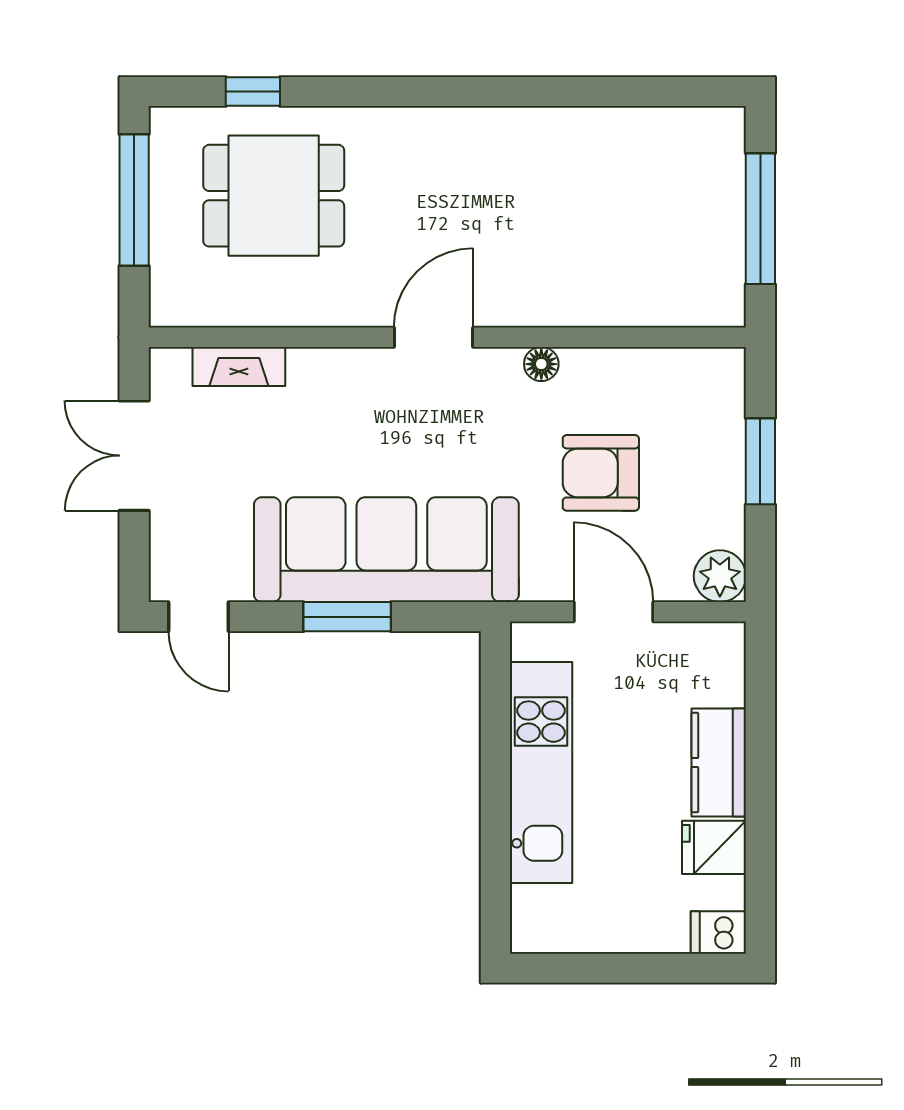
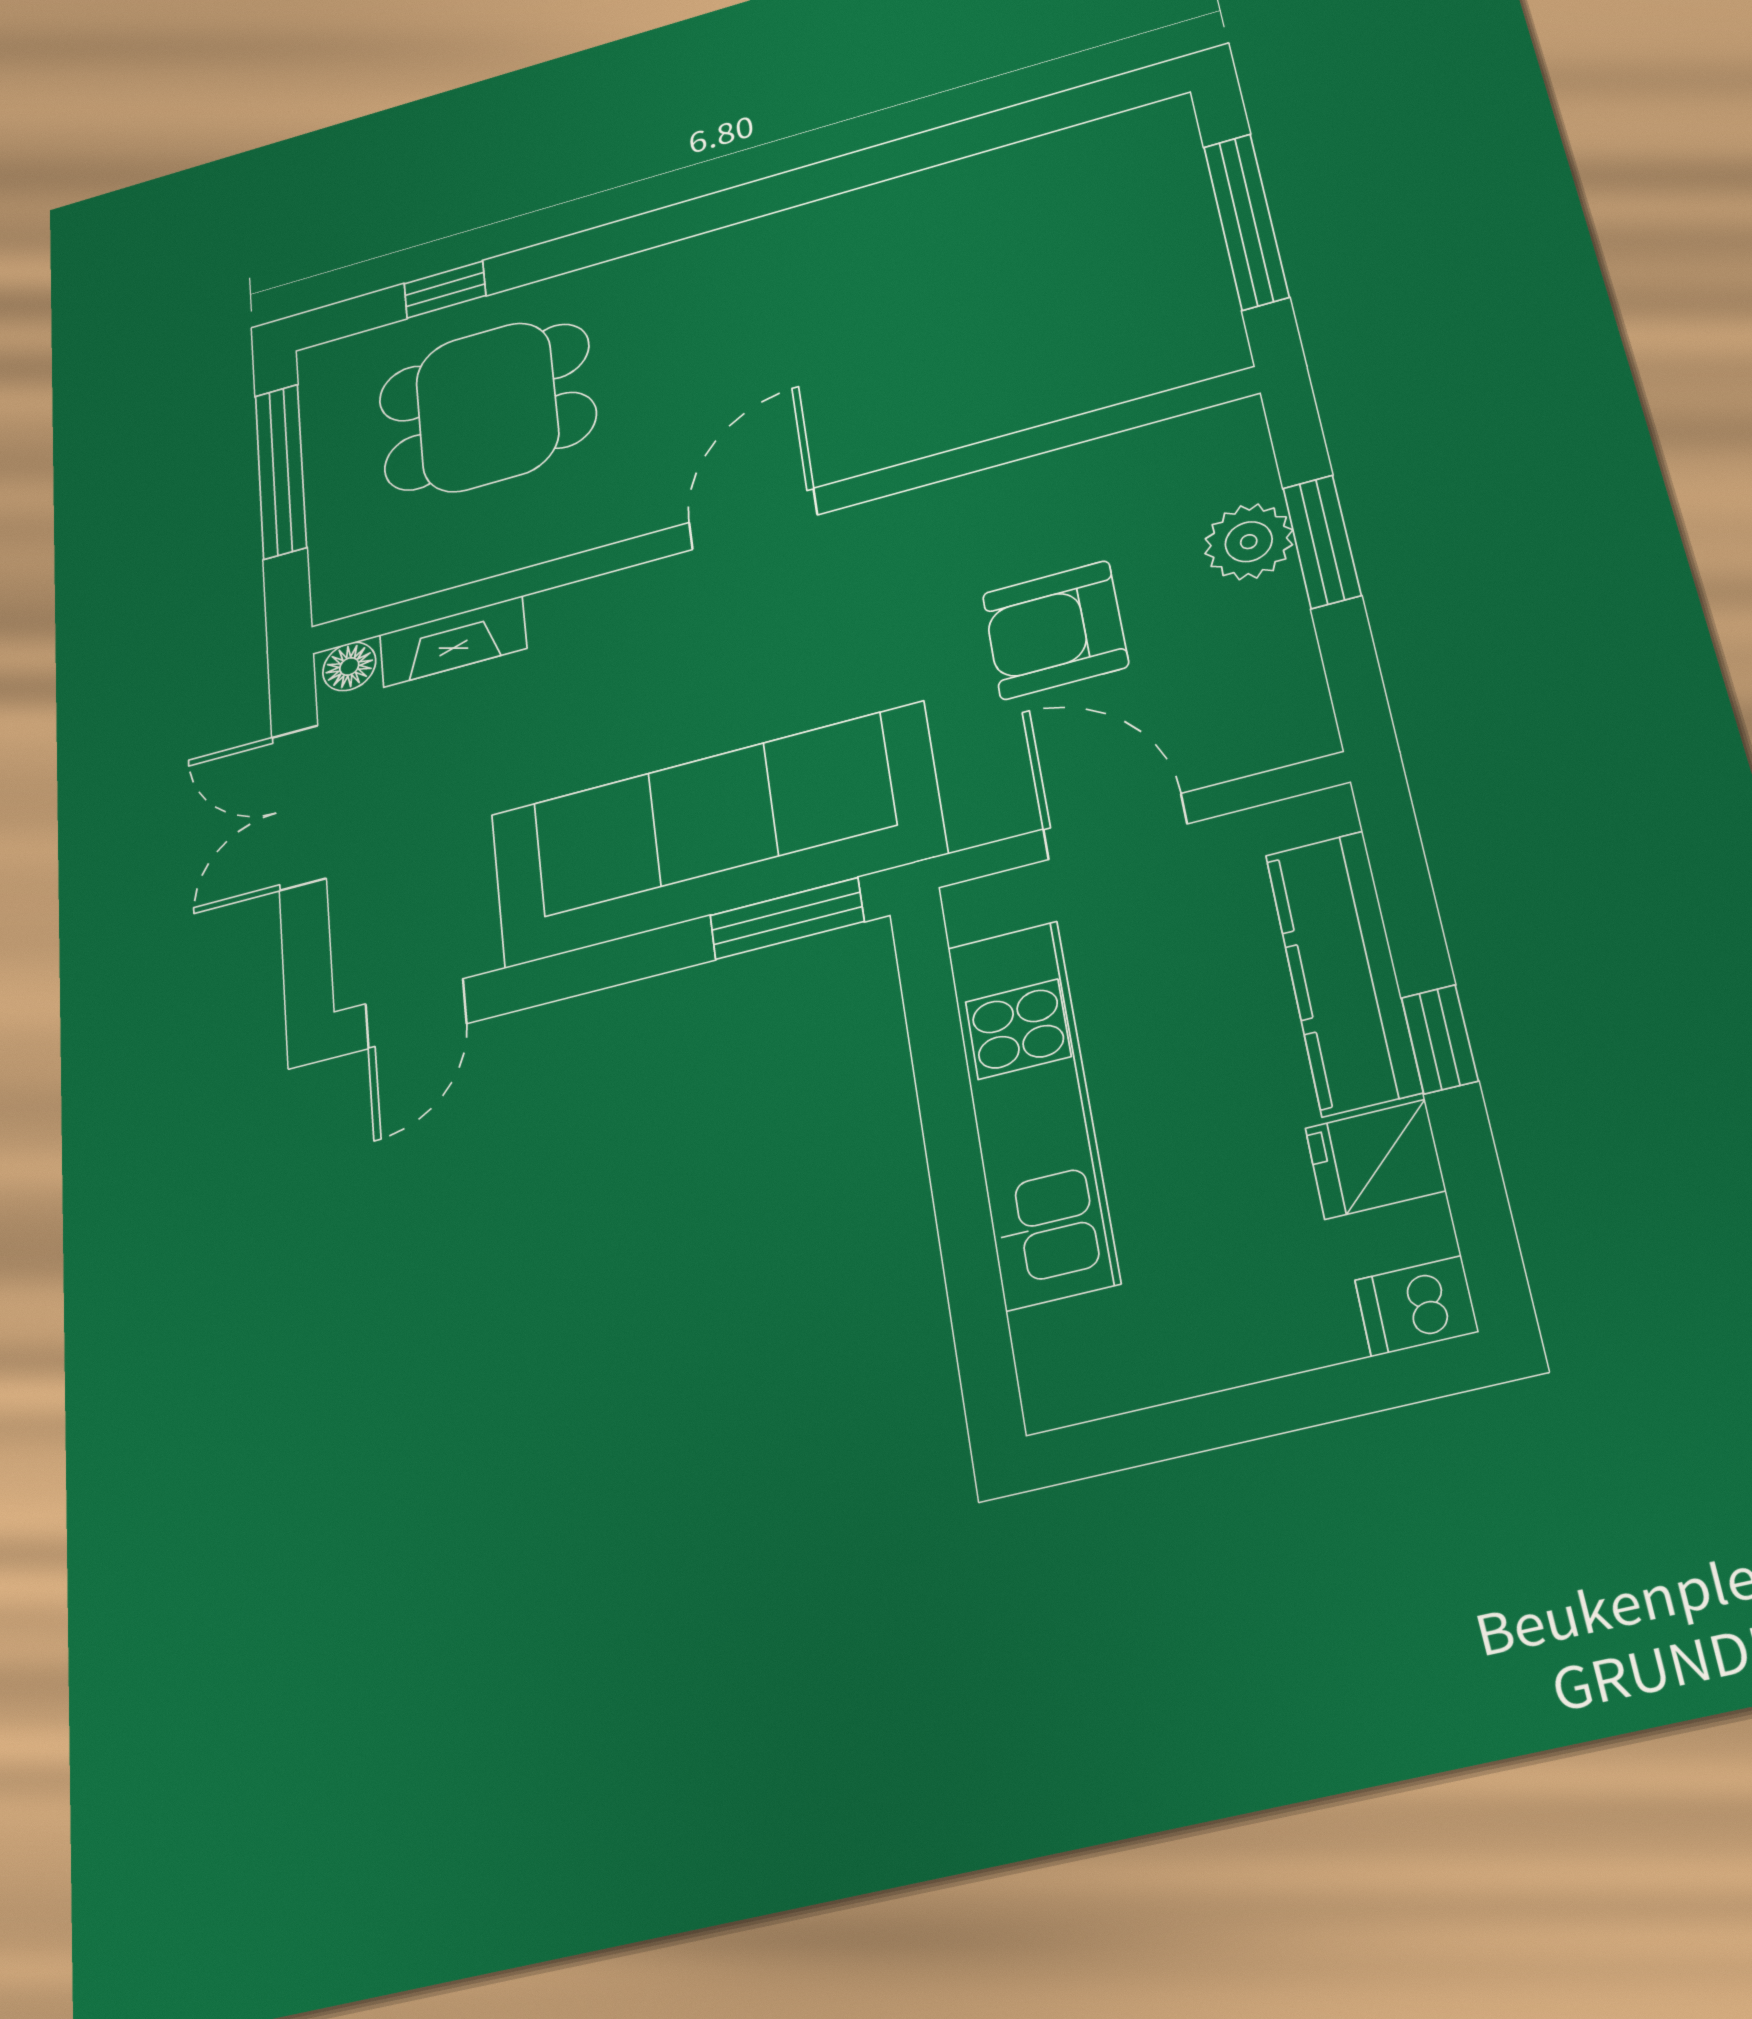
floor lamp: (541, 364) -> (349, 666), moved
plant: (720, 576) -> (1249, 542), moved
door: (198, 617) -> (416, 1014), hinge flipped
window: (347, 617) -> (787, 918), moved
kitchen counter: (719, 763) -> (1343, 972), width x1.50
window: (760, 788) -> (1440, 1039), added

